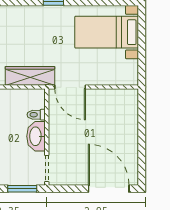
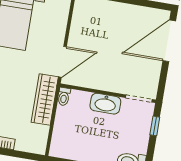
toilet: (36, 115) -> (64, 97), moved
window: (22, 189) -> (155, 126), width x0.67

